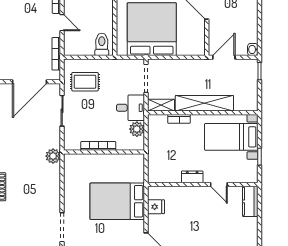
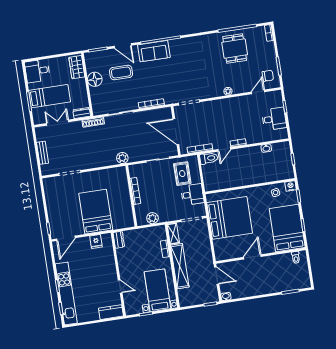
toilet: (102, 44) -> (209, 158), moved
desk: (130, 108) -> (192, 195), moved, turned -90
dresser: (192, 177) -> (119, 240), moved
door: (219, 184) -> (120, 286), swing flipped

